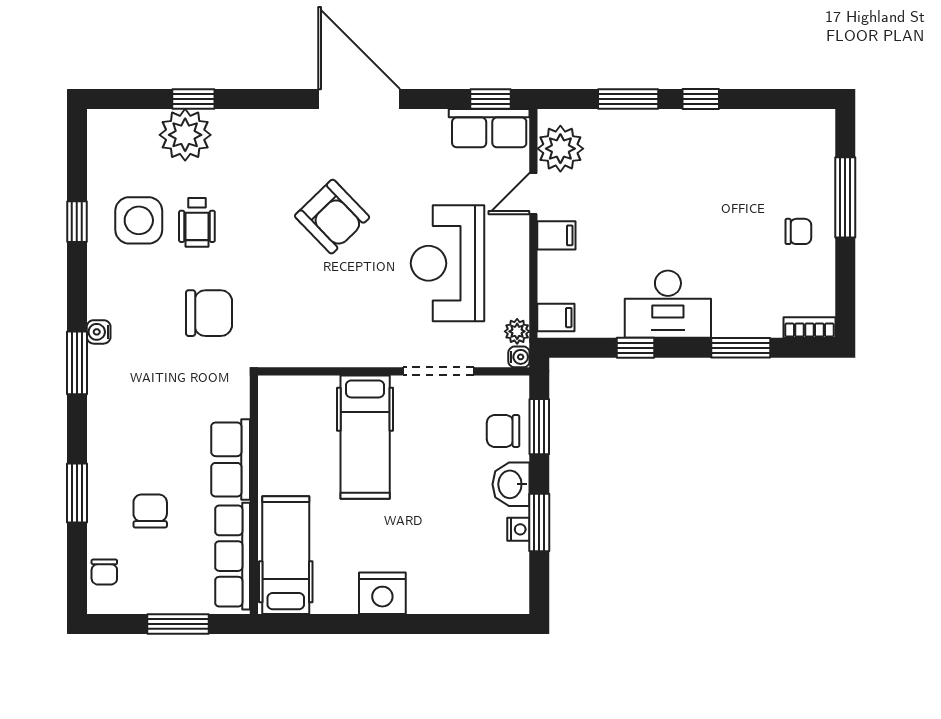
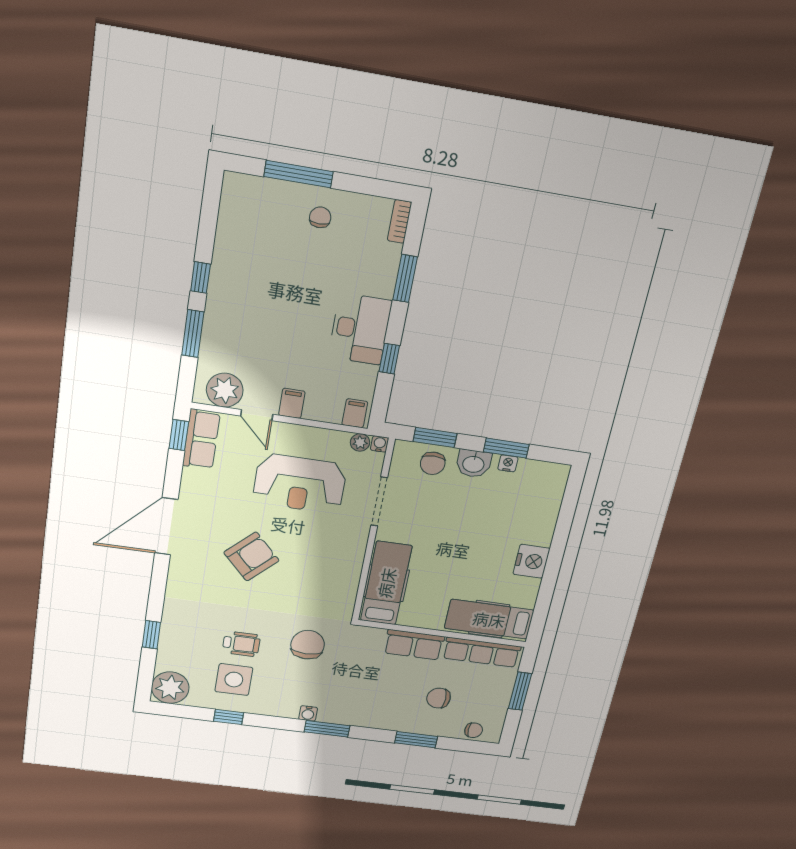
plant: (185, 135) -> (170, 688), moved
hospital bed: (365, 437) -> (386, 583), moved, turned -90

